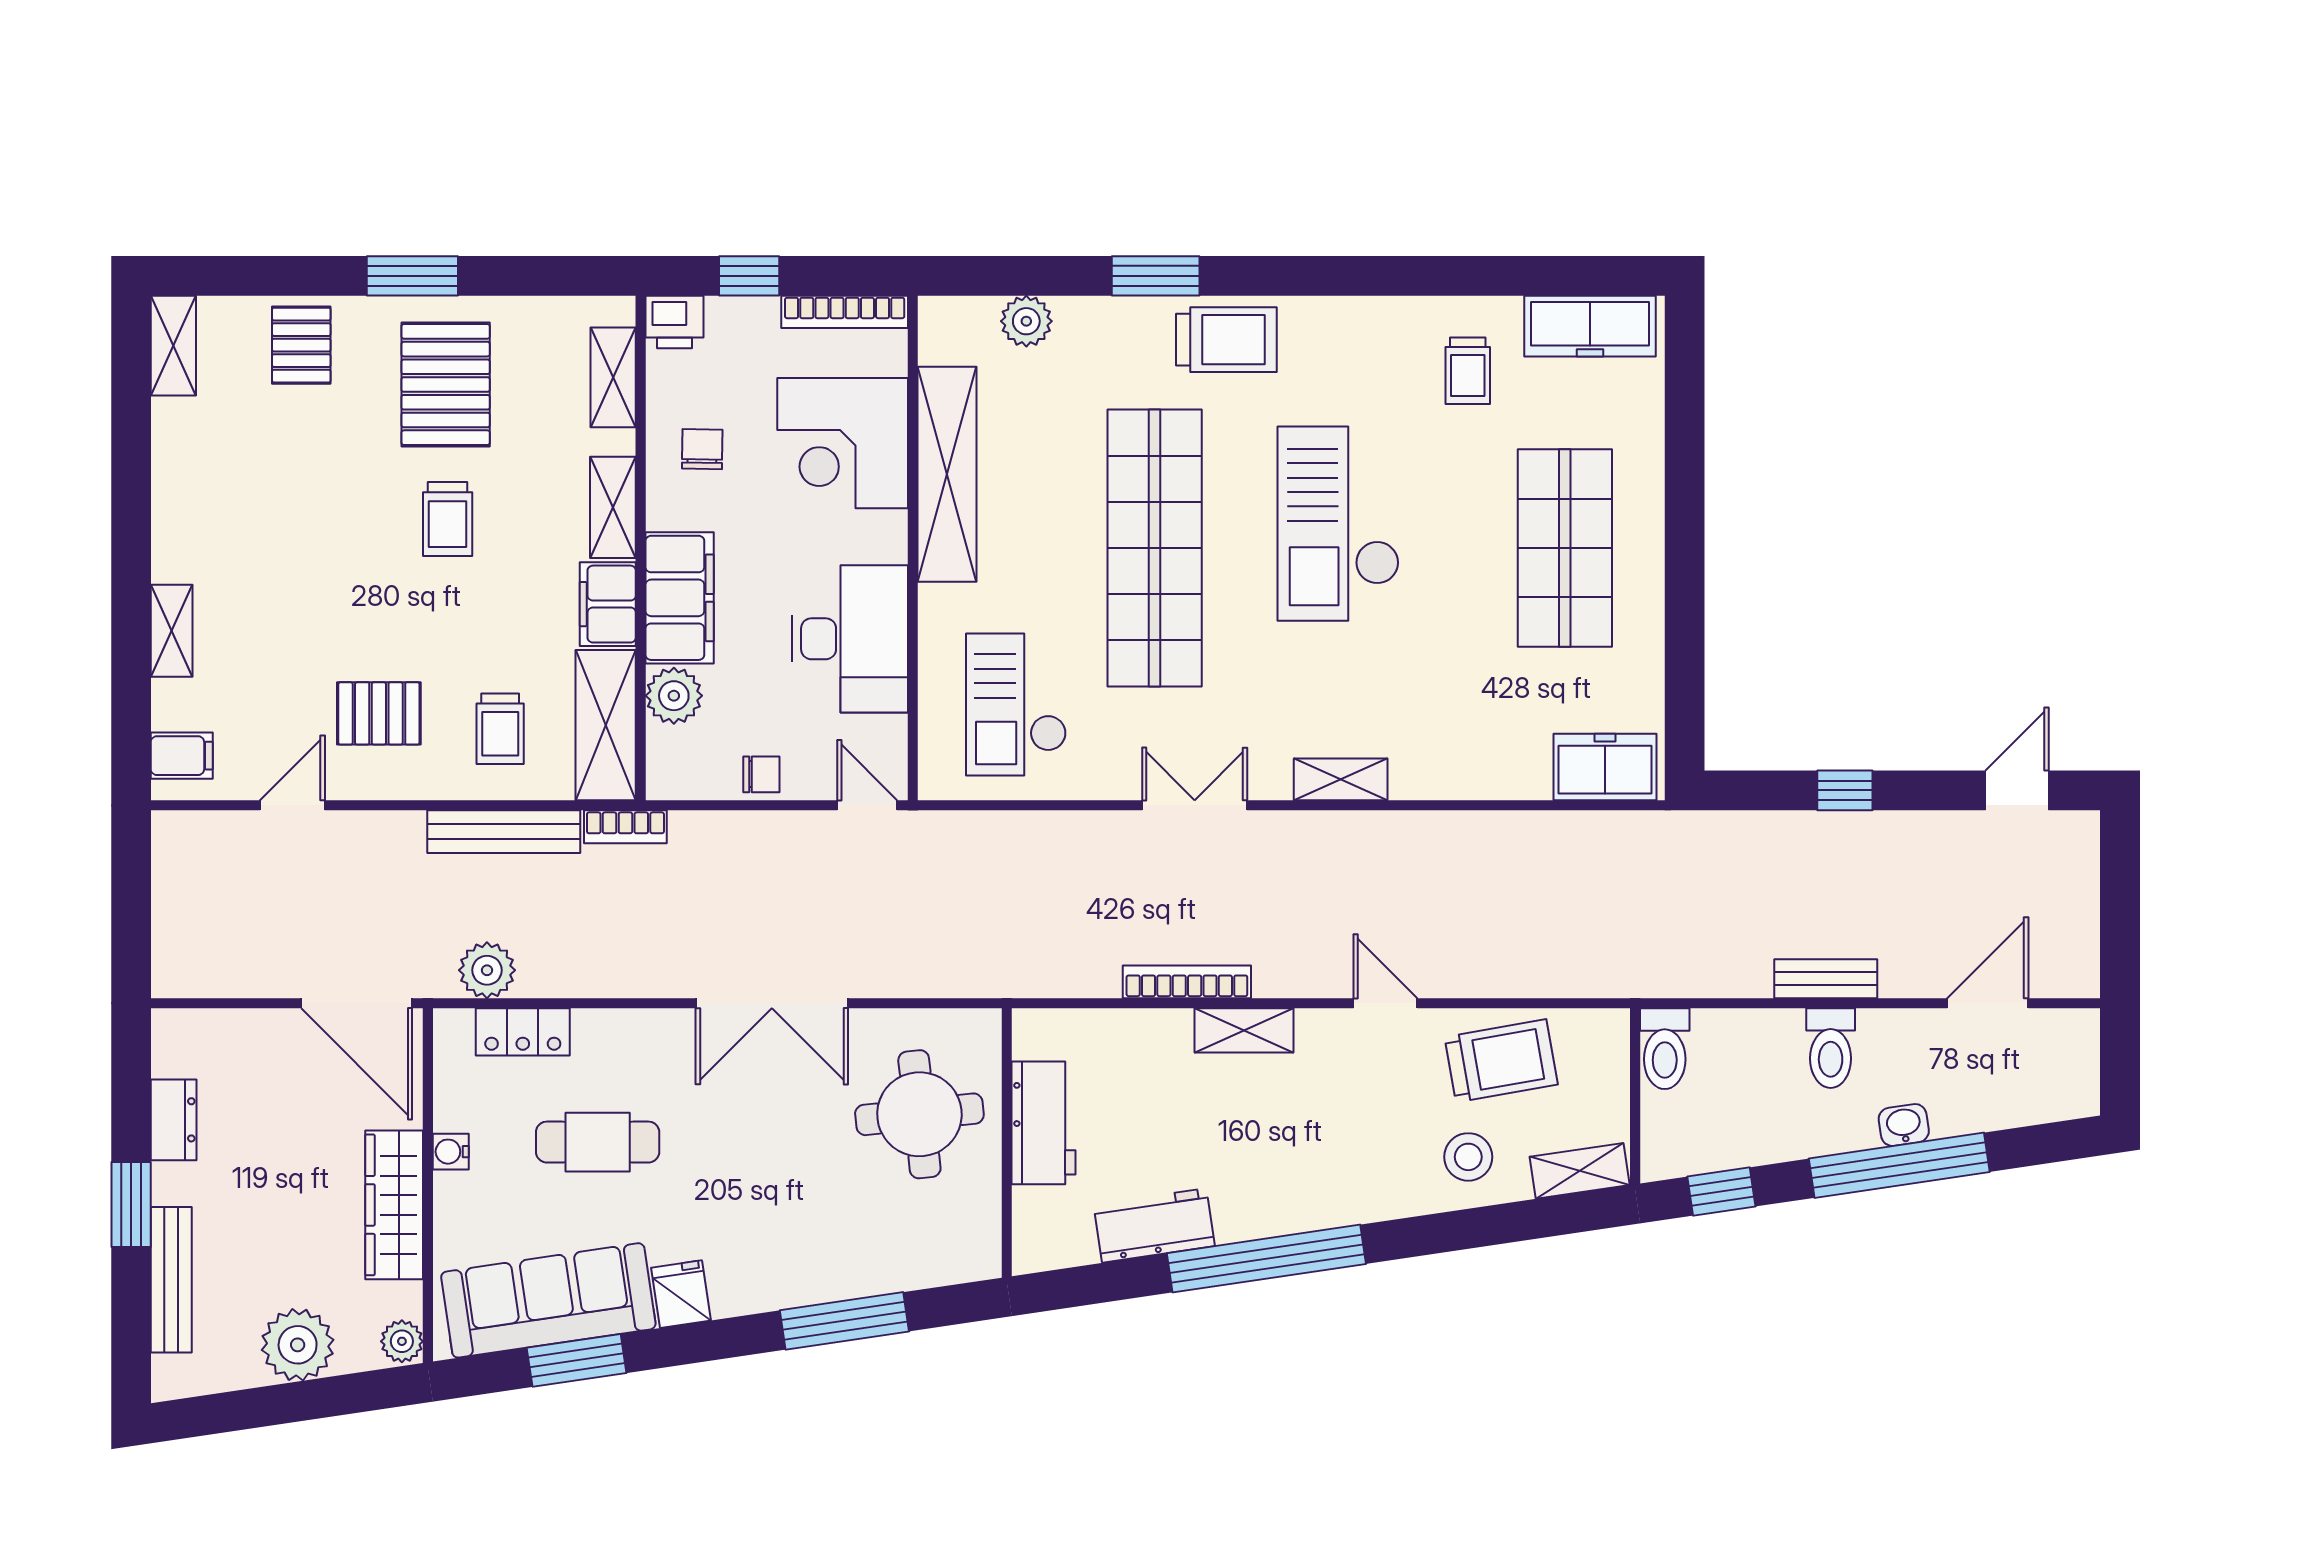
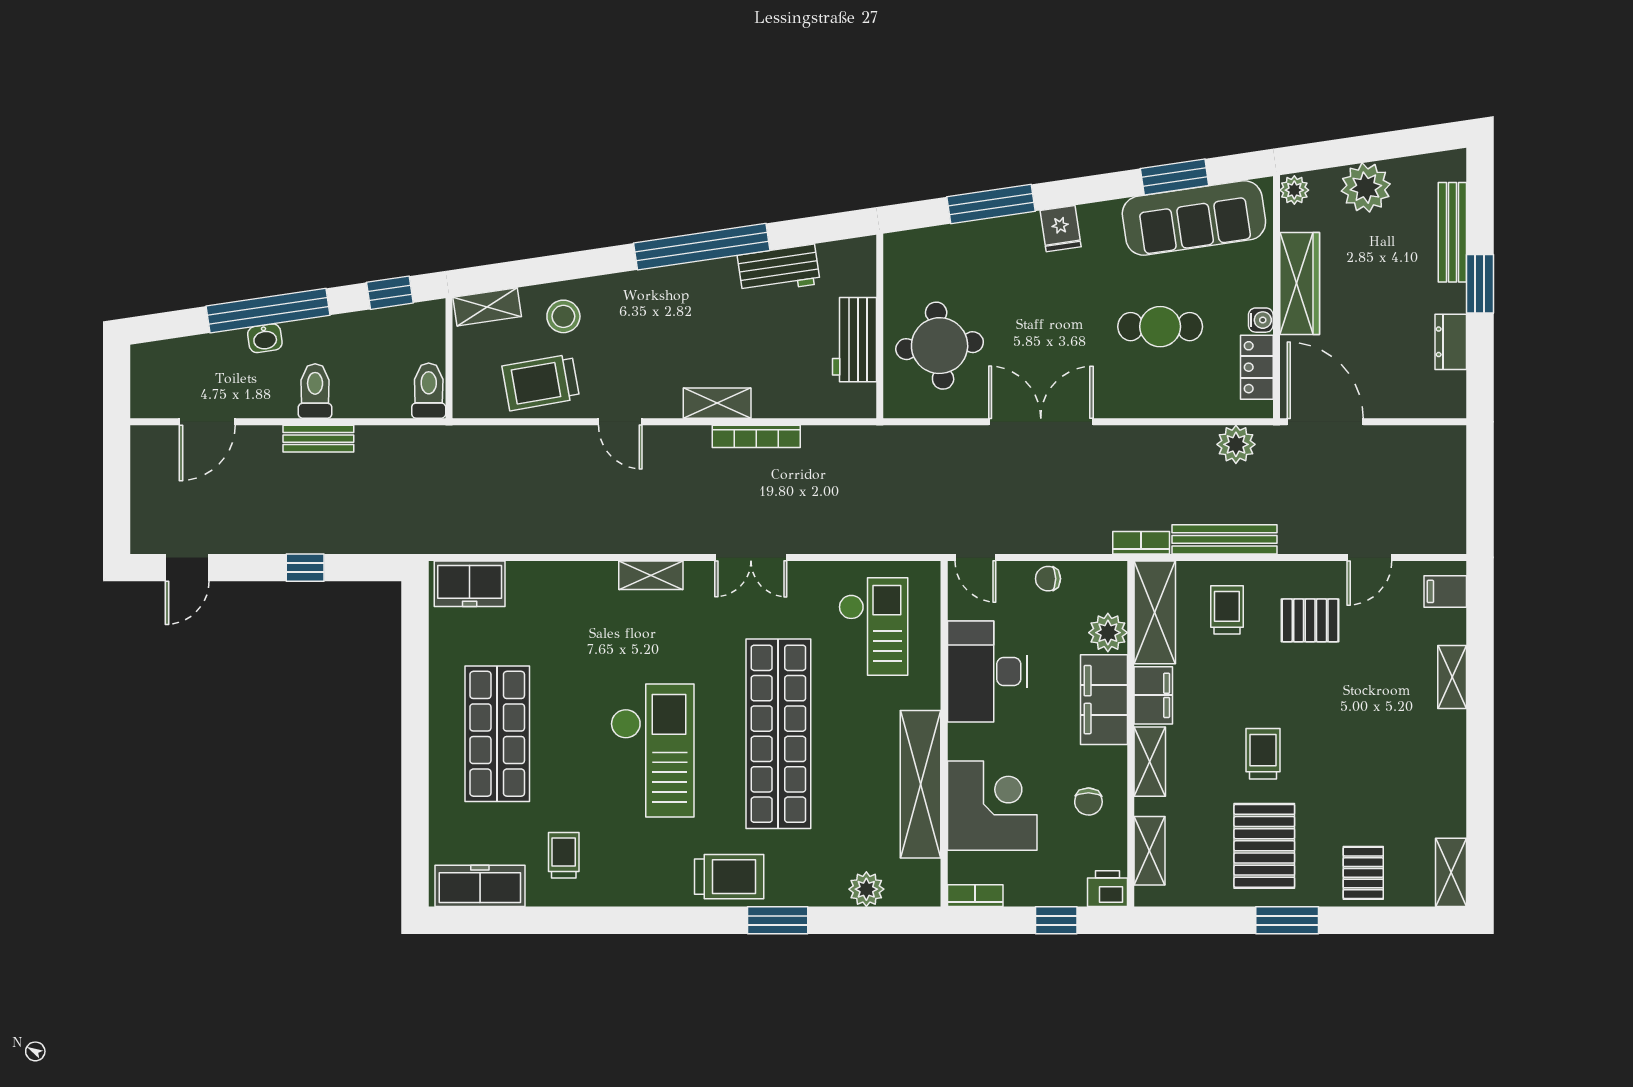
bookcase: (845, 312) -> (975, 896), width x0.64
trolley: (1226, 340) -> (729, 877), turned 180
locker: (523, 1032) -> (1257, 367), moved, turned -90
fridge: (681, 1294) -> (1061, 229), moved

